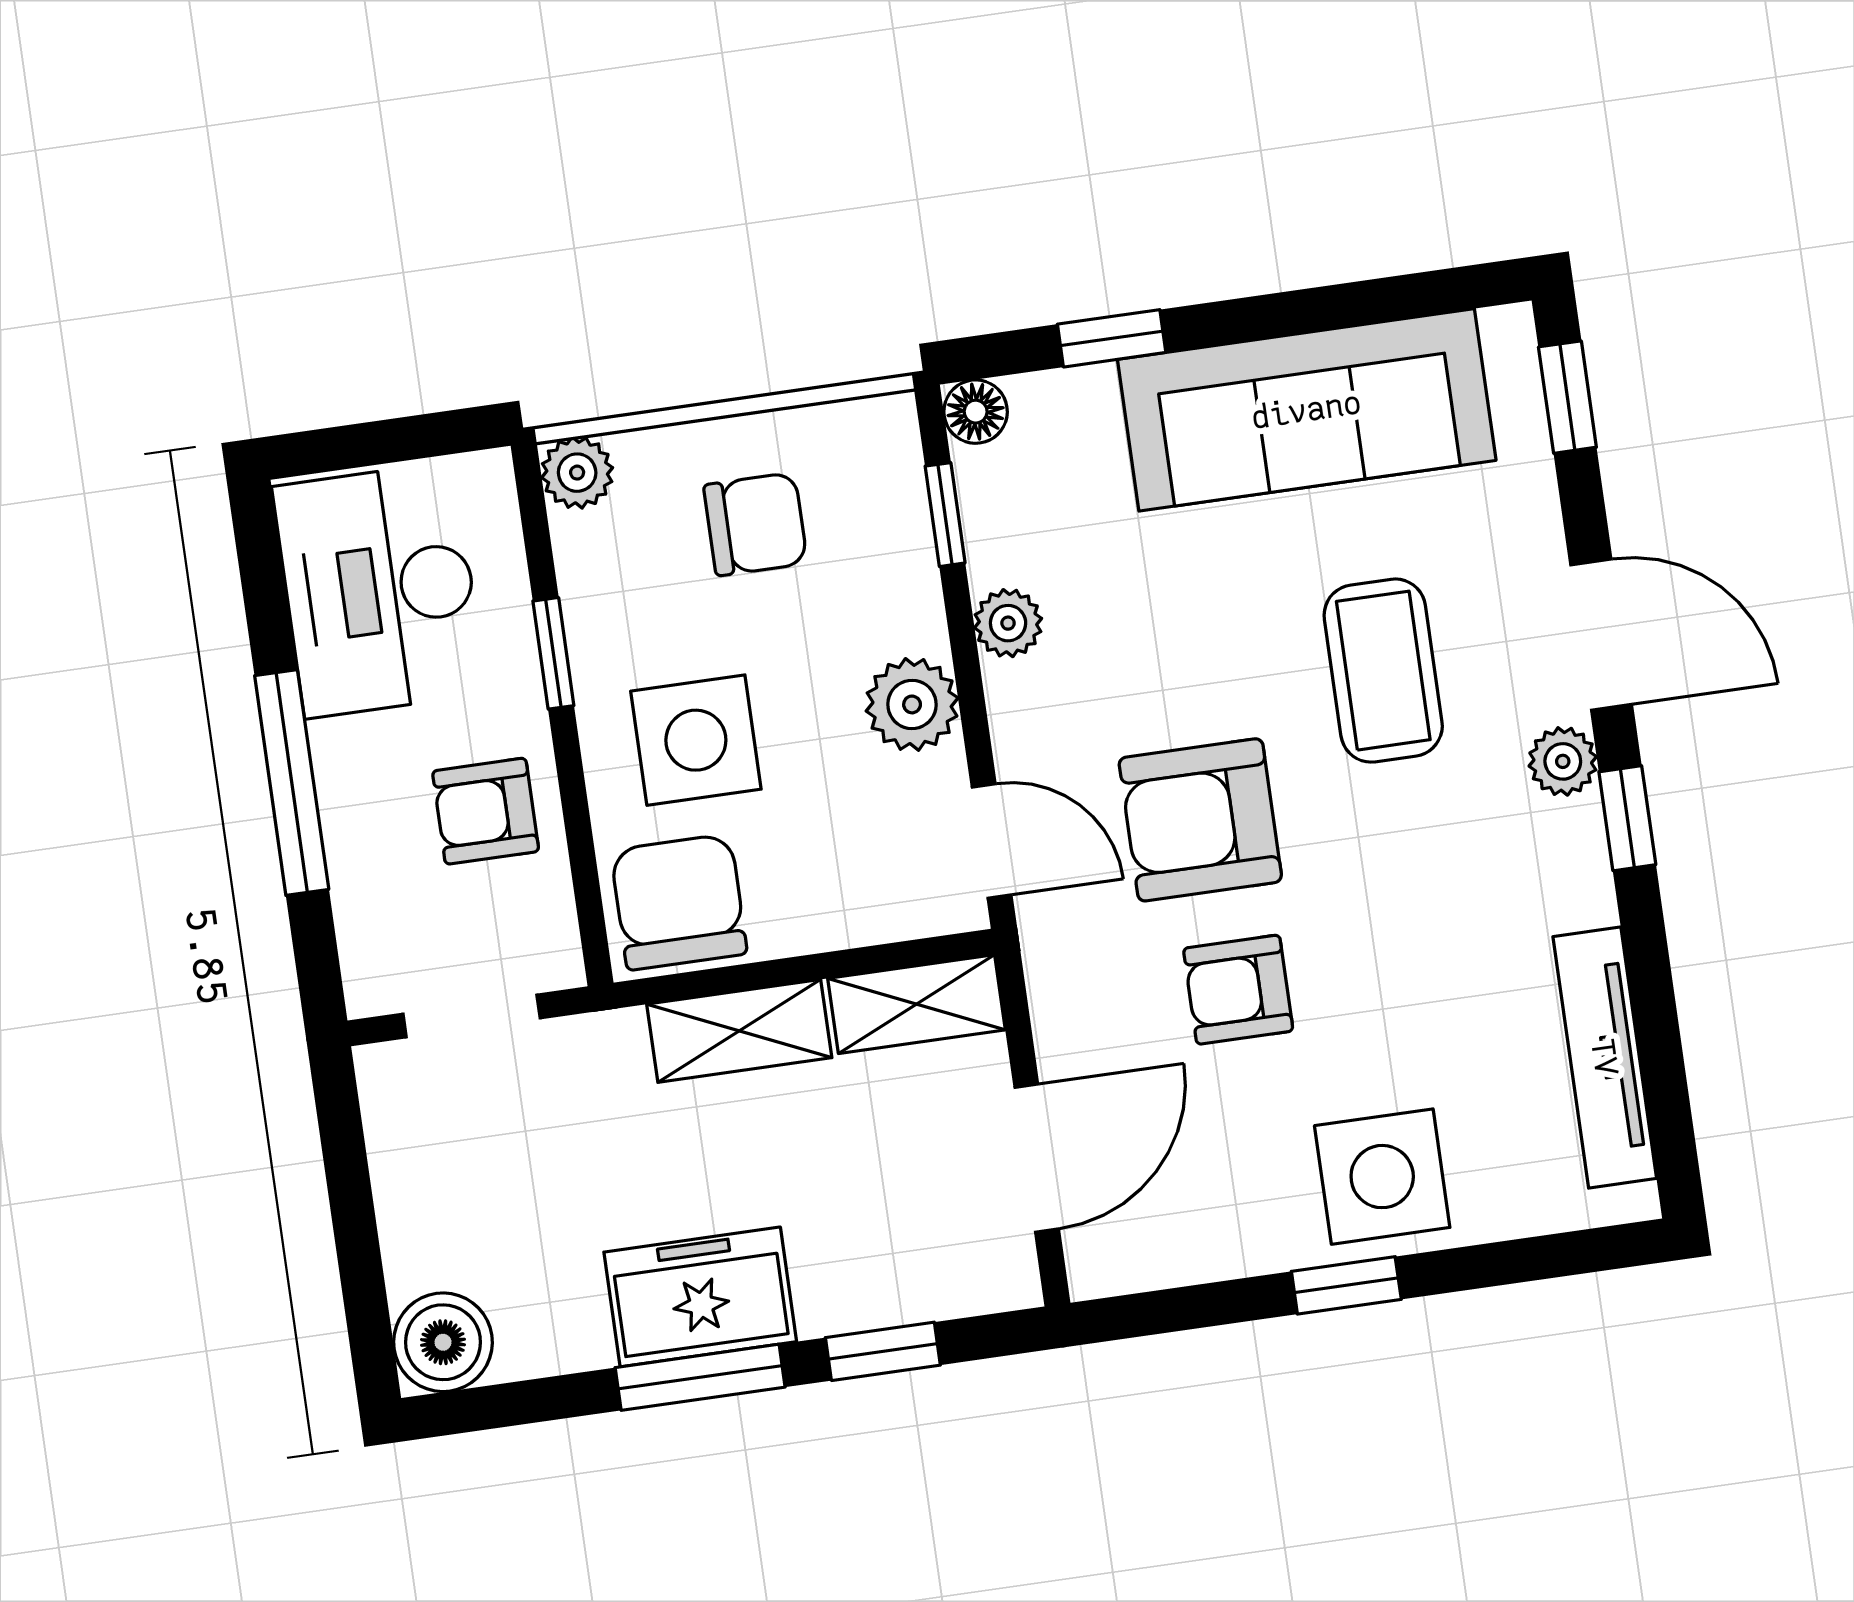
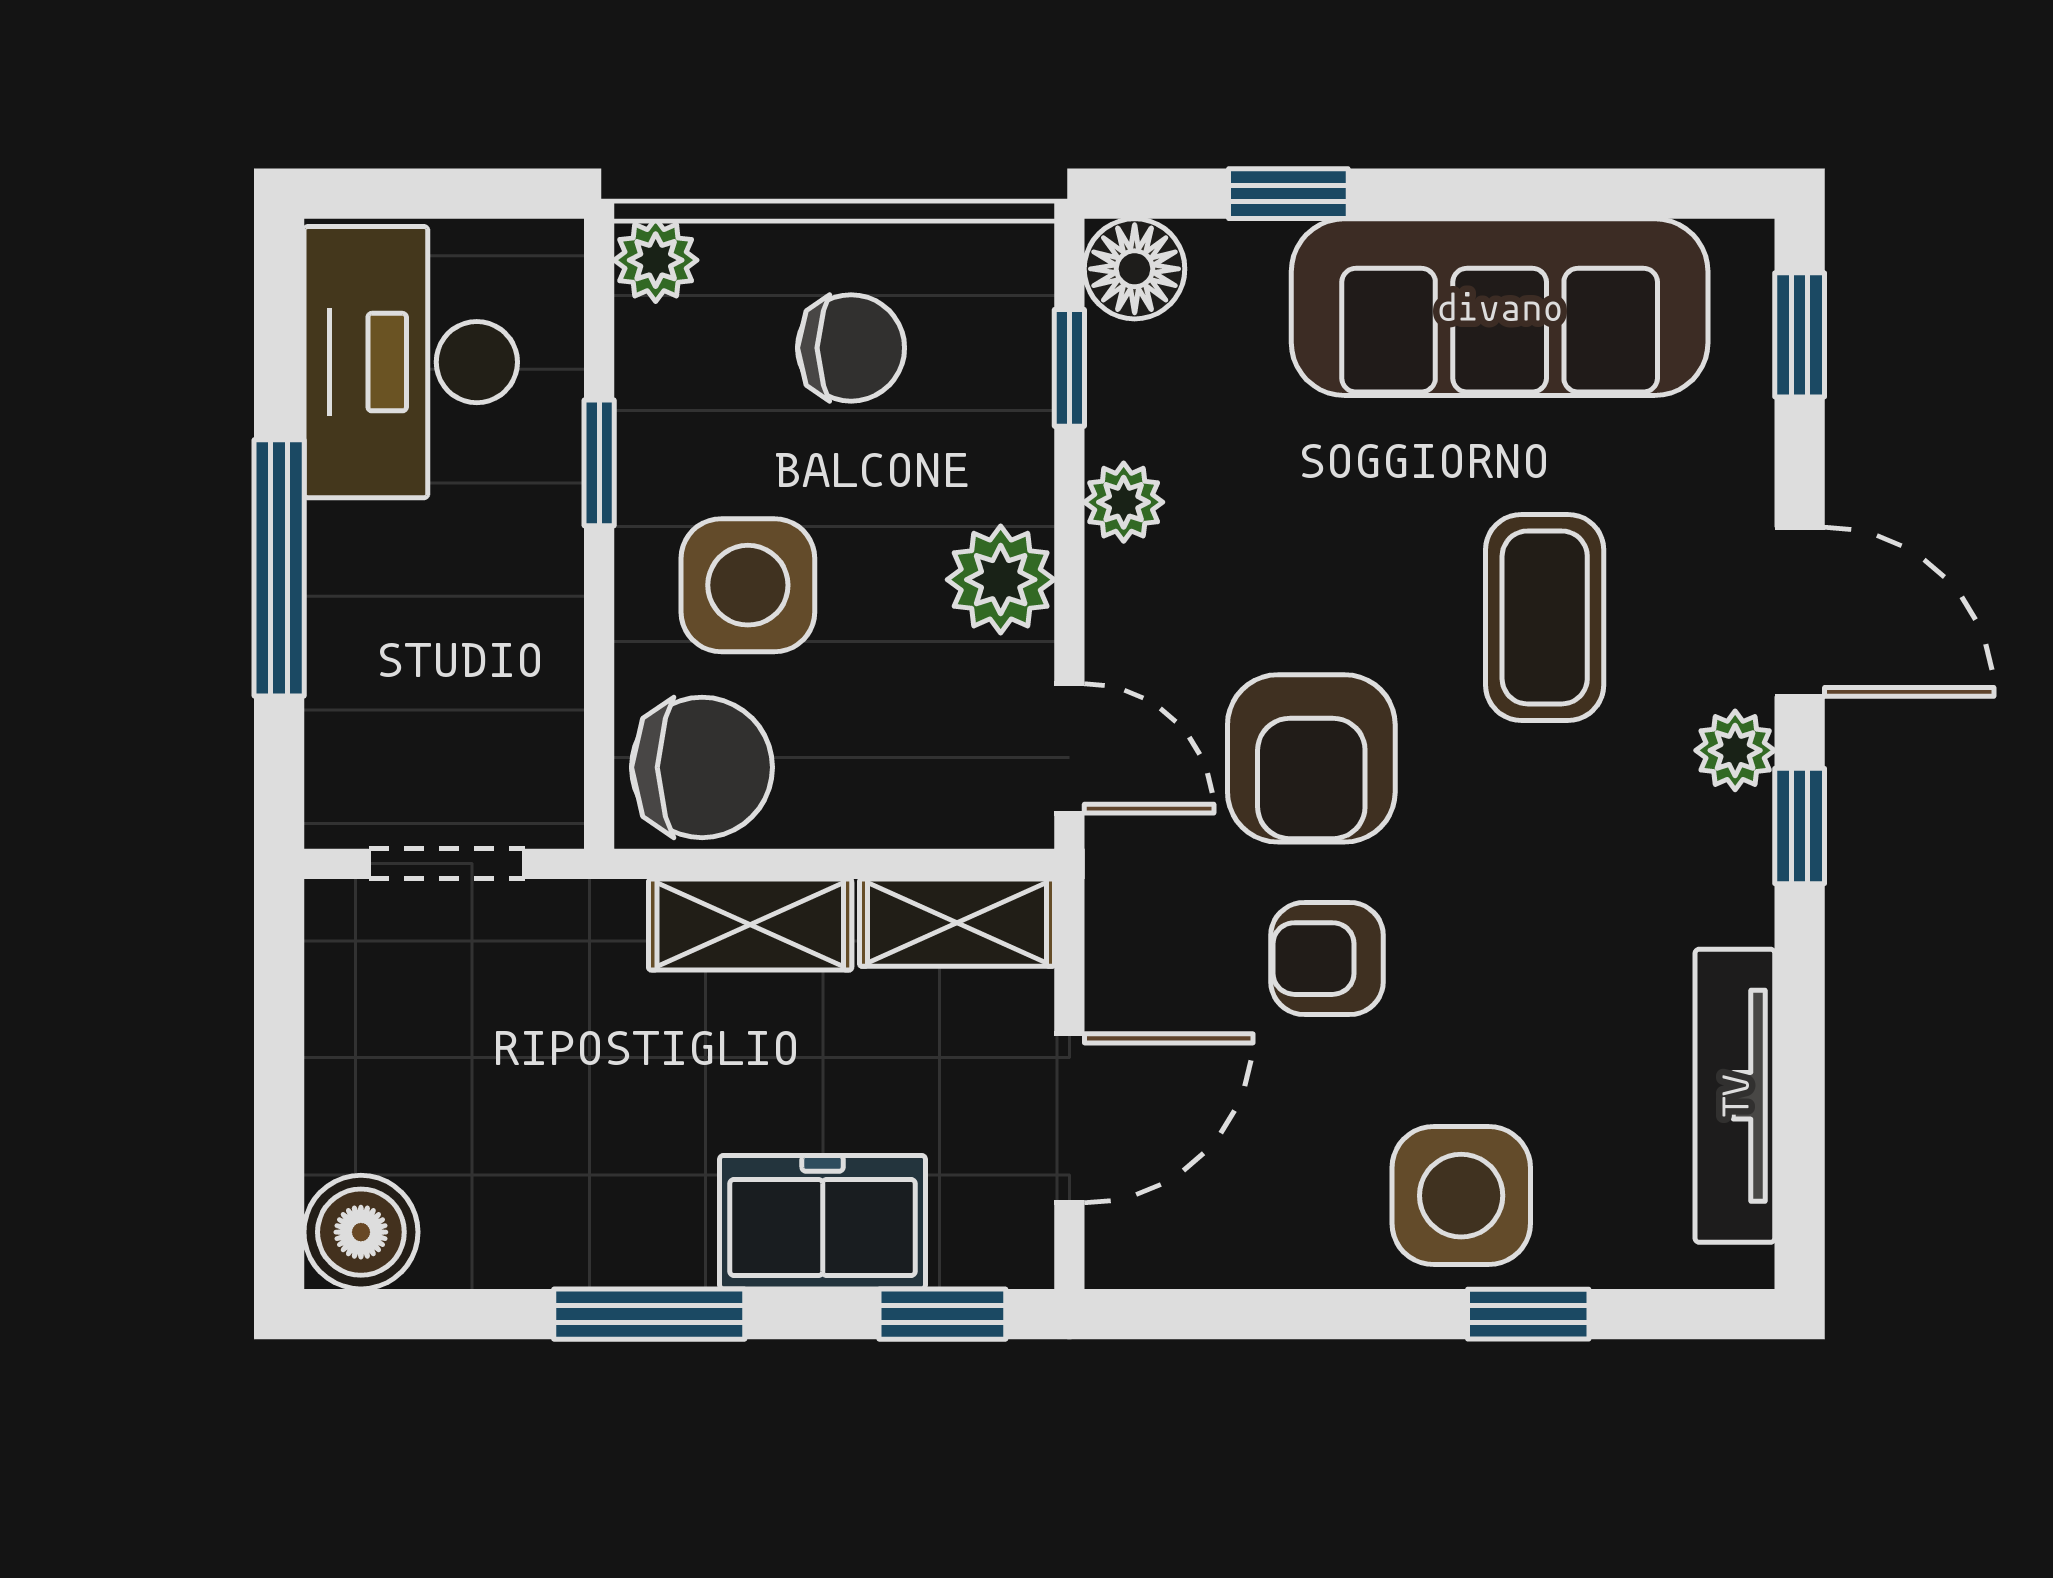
floor lamp: (976, 412) -> (1135, 269), width x1.37, depth x1.37
armchair: (486, 811) -> (496, 632), removed
armchair: (1200, 820) -> (1311, 758), turned -90
chair: (679, 902) -> (702, 767), turned 90
window: (1346, 1285) -> (1528, 1314), moved
freezer: (700, 1297) -> (823, 1222), moved
window: (883, 1351) -> (942, 1314), moved

